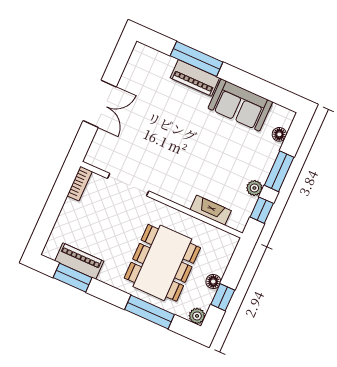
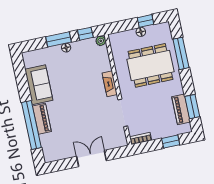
window: (197, 59) -> (31, 125), width x1.46
floor lamp: (279, 134) -> (66, 48), moved
plant: (254, 188) -> (101, 41), moved
fireplace: (211, 210) -> (110, 84), moved
window: (48, 219) -> (171, 142), added
plant: (197, 316) -> (165, 27), removed

